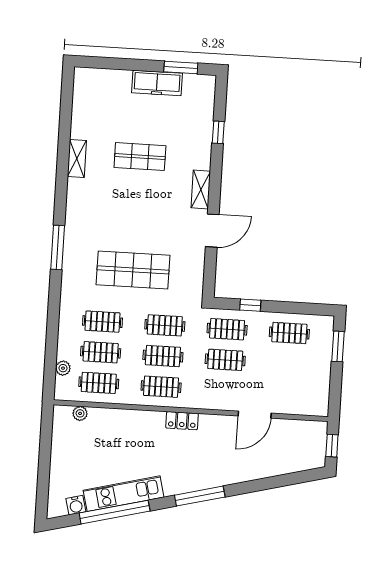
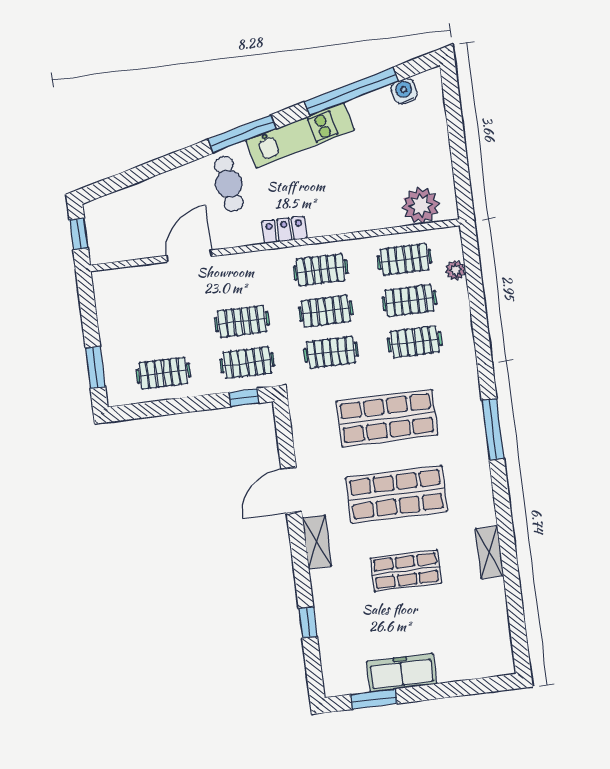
shop shelf: (136, 213) -> (396, 494), added
window: (250, 305) -> (244, 398), moved
plant: (80, 413) -> (421, 205), width x1.88, depth x1.88
cafe table: (216, 462) -> (229, 184), added
kitchen unit: (124, 494) -> (300, 135), moved

